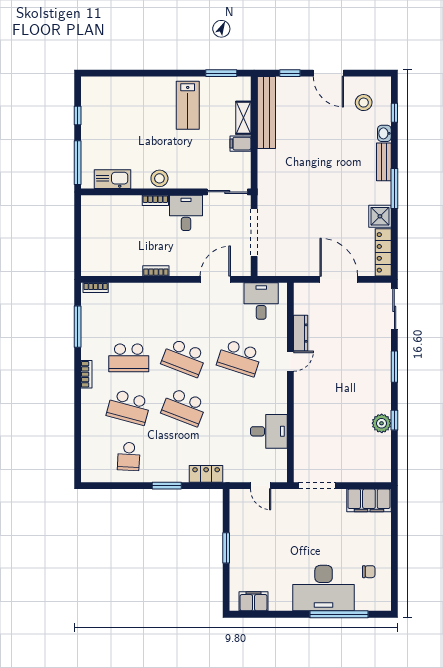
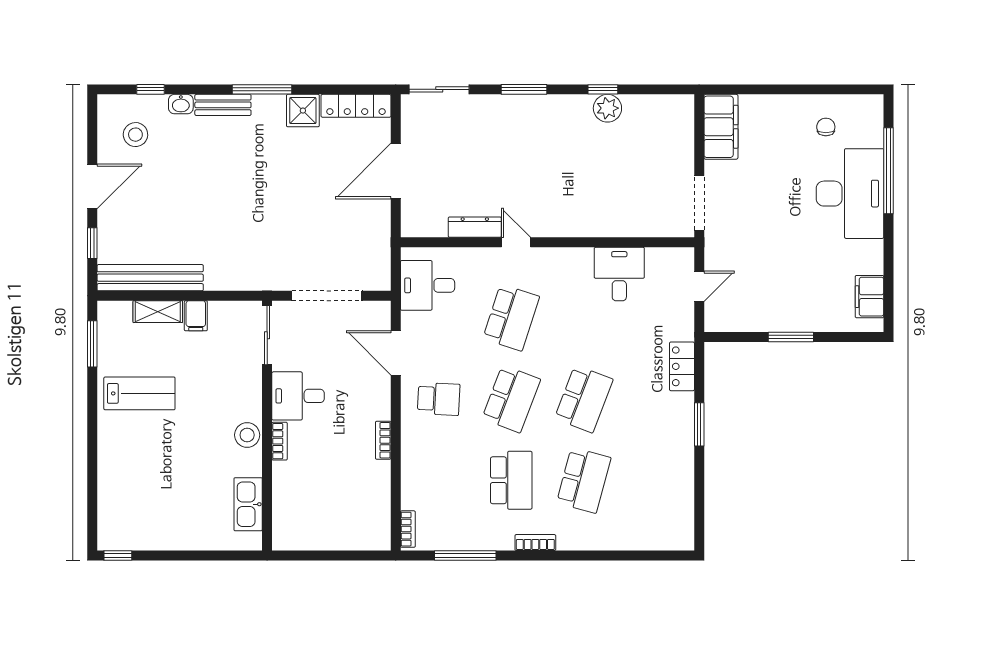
window: (78, 115) -> (118, 556), moved
window: (78, 163) -> (224, 556), removed
school desk: (129, 456) -> (439, 399), moved

